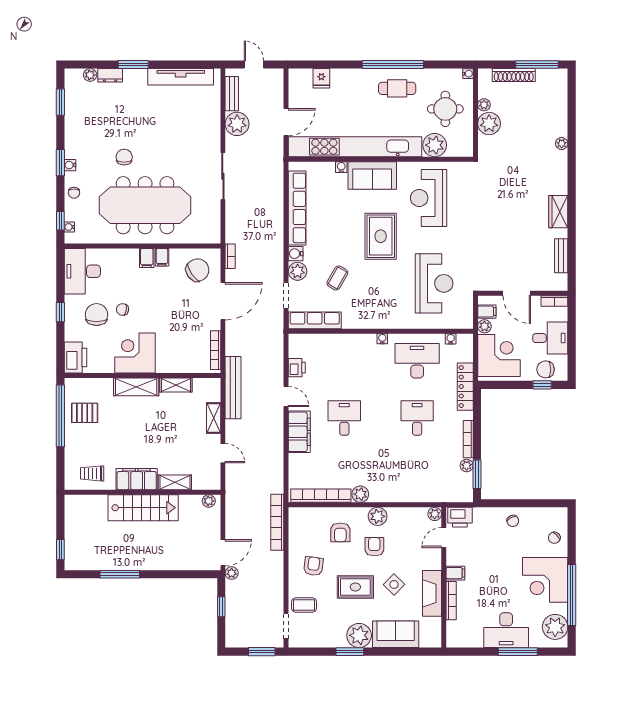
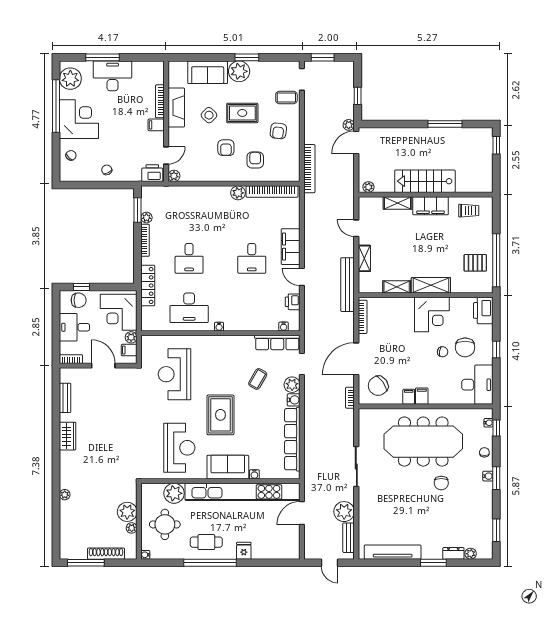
fridge: (321, 78) -> (244, 551), moved
water cooler: (451, 339) -> (284, 326), moved
plant: (378, 516) -> (223, 174), removed

